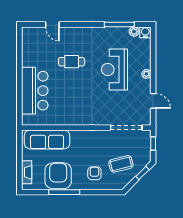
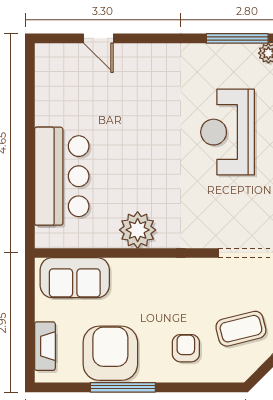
cafe table: (72, 62) -> (138, 116), removed
plant: (71, 117) -> (138, 230), added
sofa: (47, 139) -> (75, 278), width x0.73

